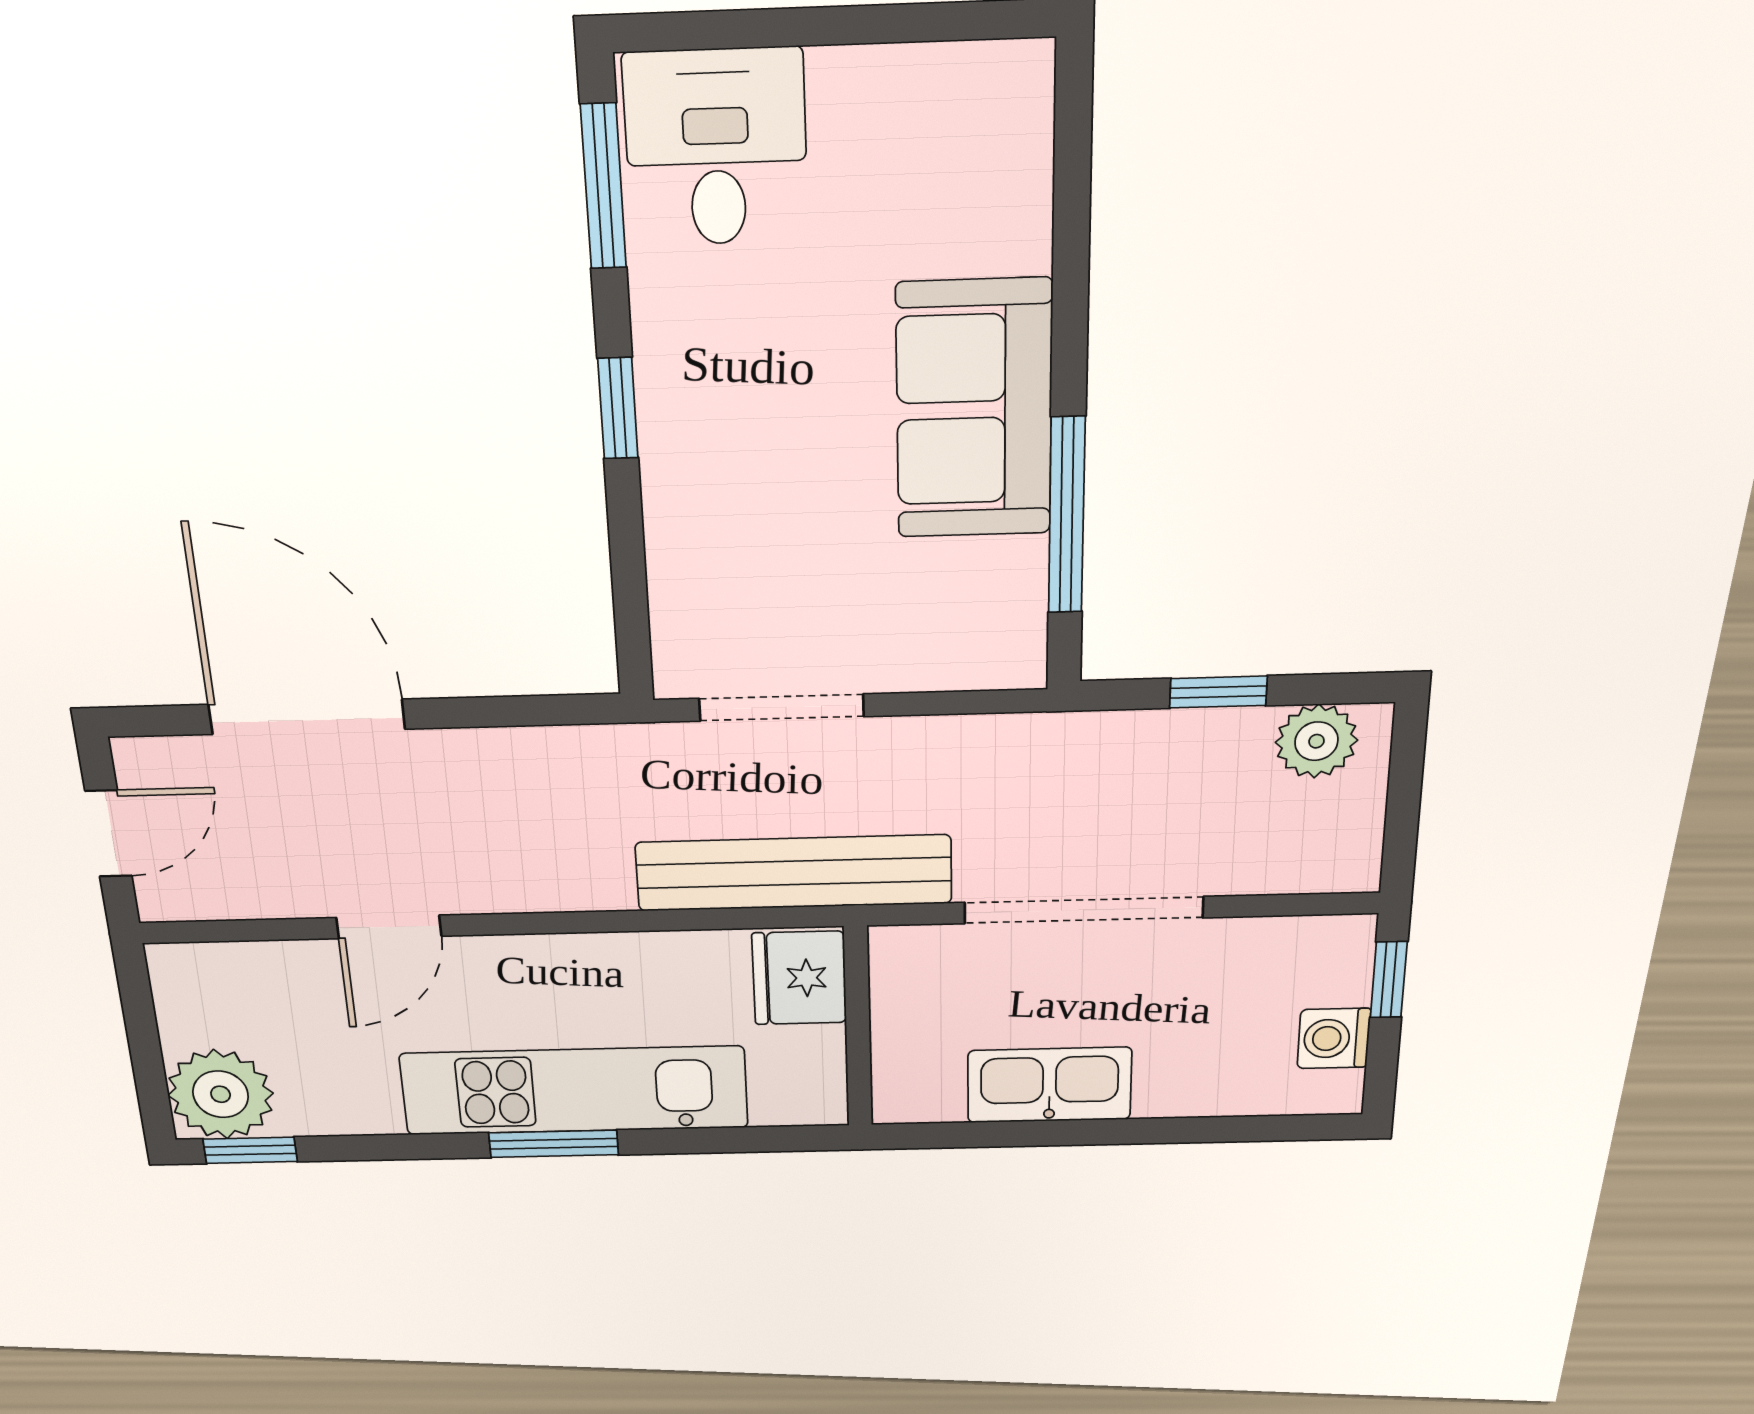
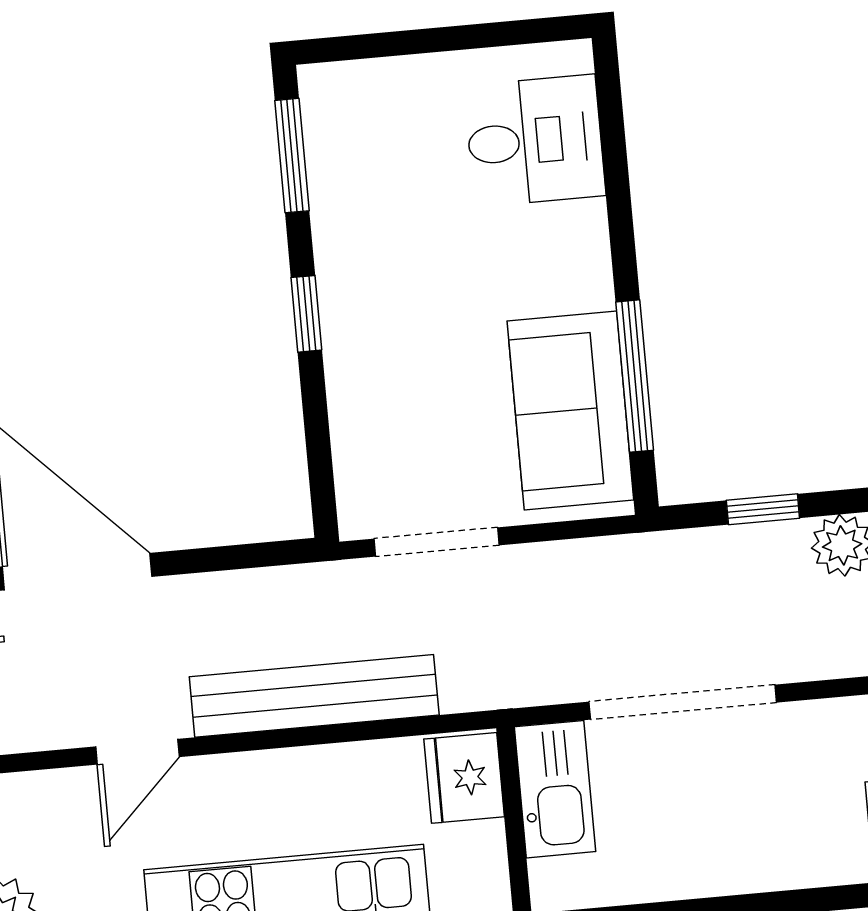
desk: (716, 148) -> (535, 141), moved, turned 90
sofa: (974, 410) -> (570, 410), moved
bench: (794, 873) -> (314, 696), moved
kitchen sink: (1049, 1085) -> (555, 789), moved, turned 90

